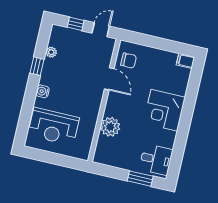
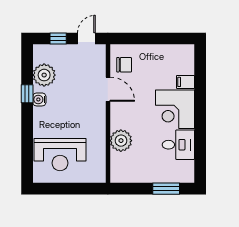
plant: (51, 52) -> (44, 75), width x1.87, depth x1.87
filing cabinet: (186, 61) -> (185, 82), moved
water cooler: (43, 91) -> (39, 99), moved
desk: (156, 160) -> (178, 145), moved

